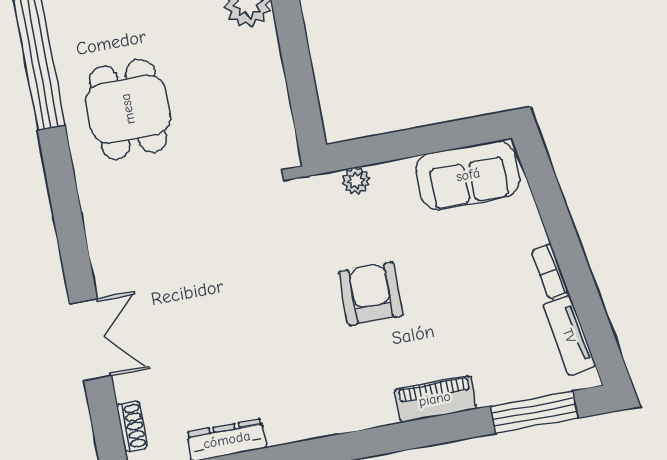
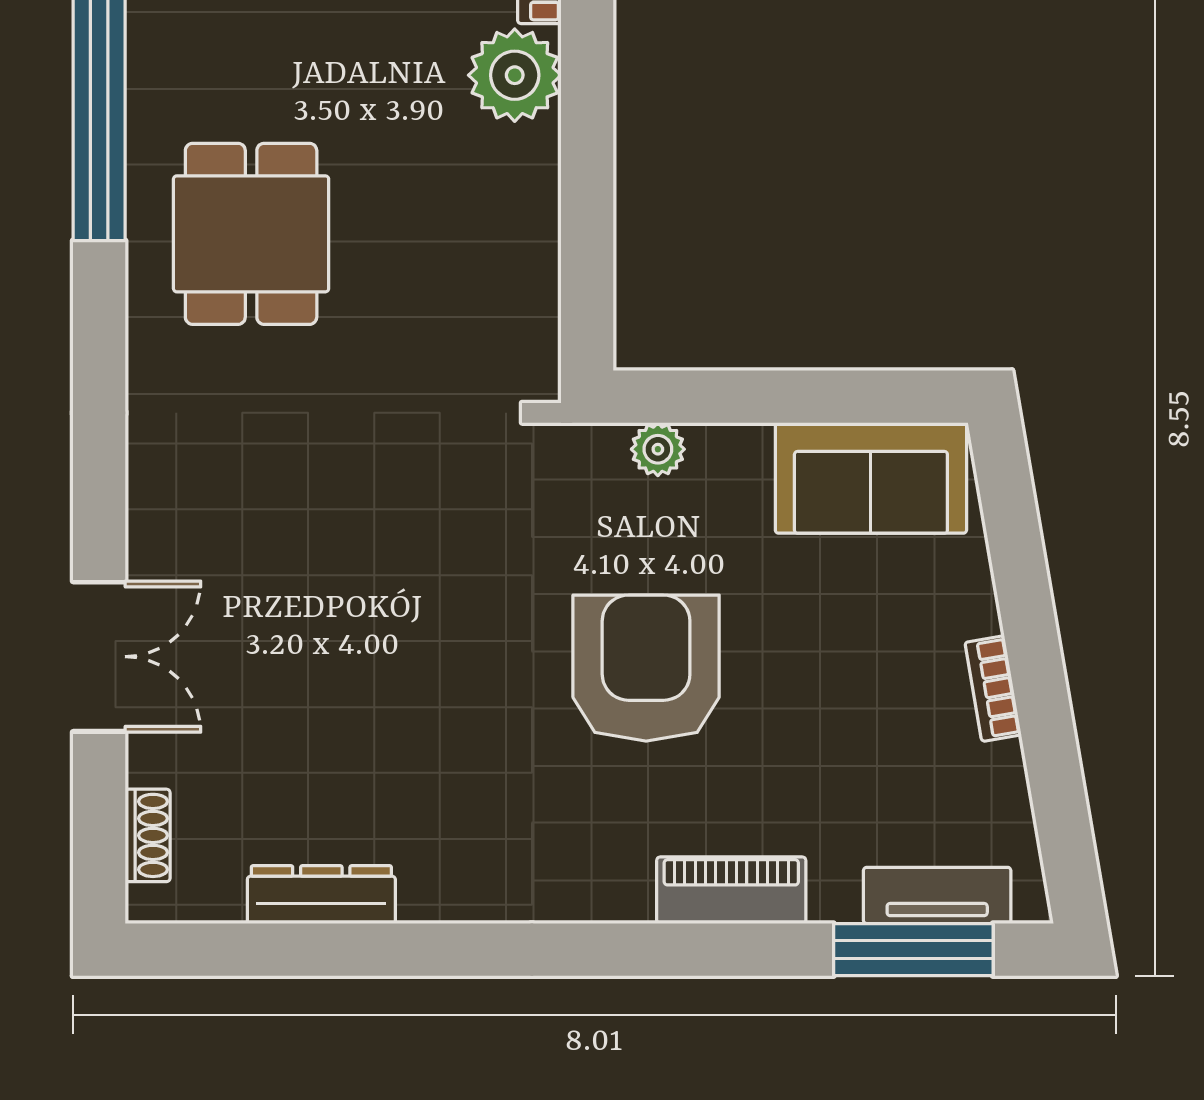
armchair: (371, 294) -> (646, 668), width x1.36, depth x1.36
tv unit: (569, 336) -> (937, 895), moved, turned 100

